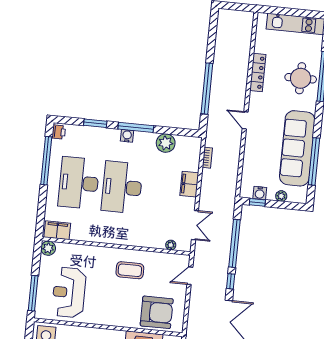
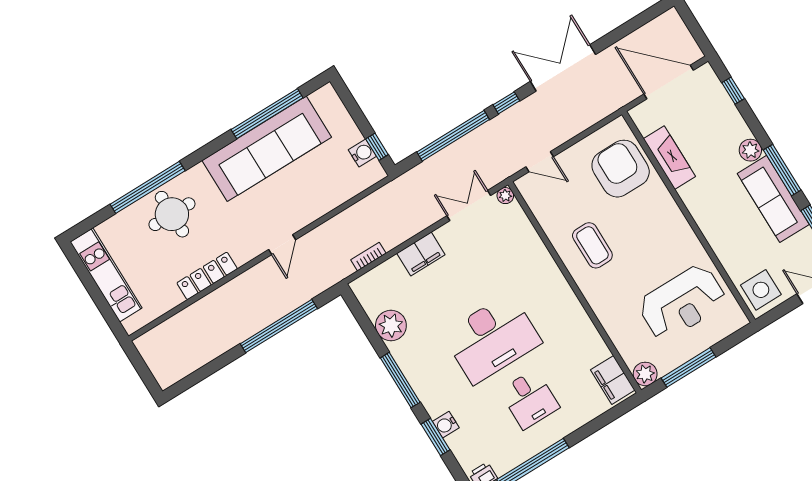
water cooler: (127, 136) -> (446, 425), moved
desk: (79, 183) -> (529, 399), width x0.53, depth x0.77
plant: (281, 196) -> (345, 122), removed
plant: (171, 245) -> (505, 196), moved
window: (33, 293) -> (688, 367), moved

